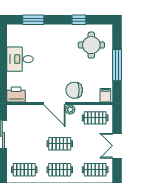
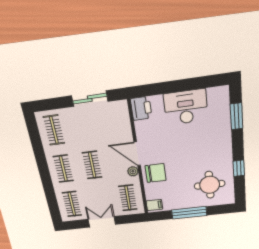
desk: (20, 59) -> (186, 107), width x1.37
chair: (74, 90) -> (156, 173), turned 90
door: (54, 103) -> (137, 154), hinge flipped

